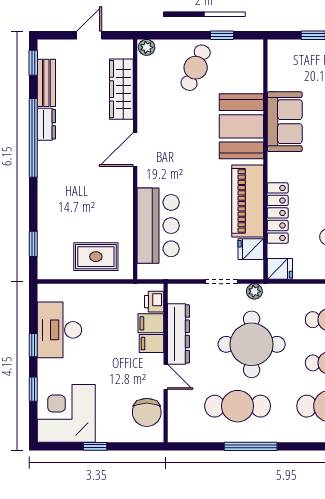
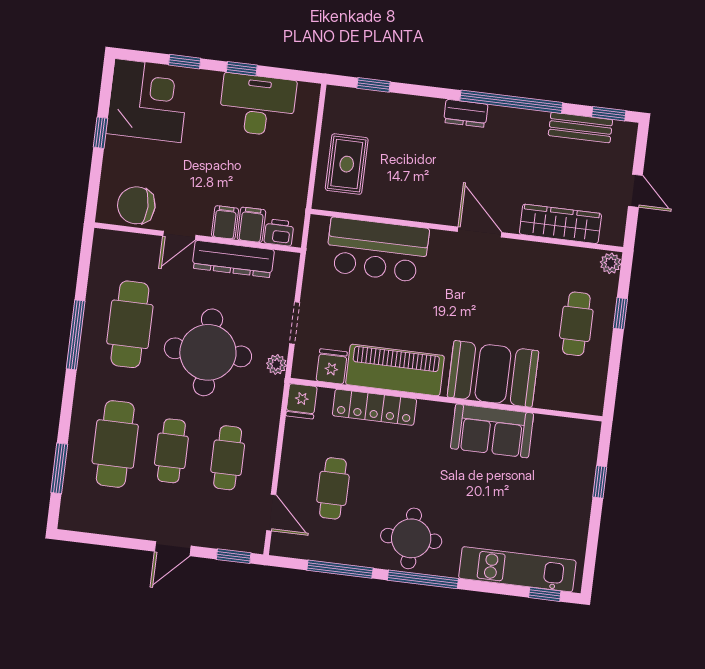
window: (222, 35) -> (620, 314), moved
cafe table: (196, 68) -> (576, 324), turned 67
dresser: (46, 124) -> (466, 113), moved

